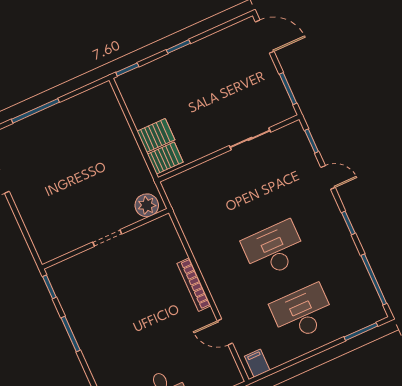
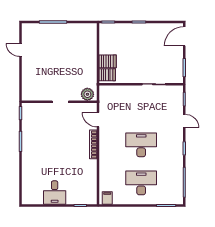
door: (265, 37) -> (184, 36), swing flipped
door: (225, 332) -> (98, 120), moved

